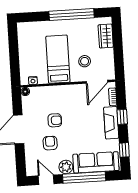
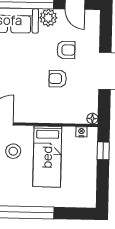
window: (15, 67) -> (103, 151), added
armchair: (50, 143) -> (66, 50), turned -90

